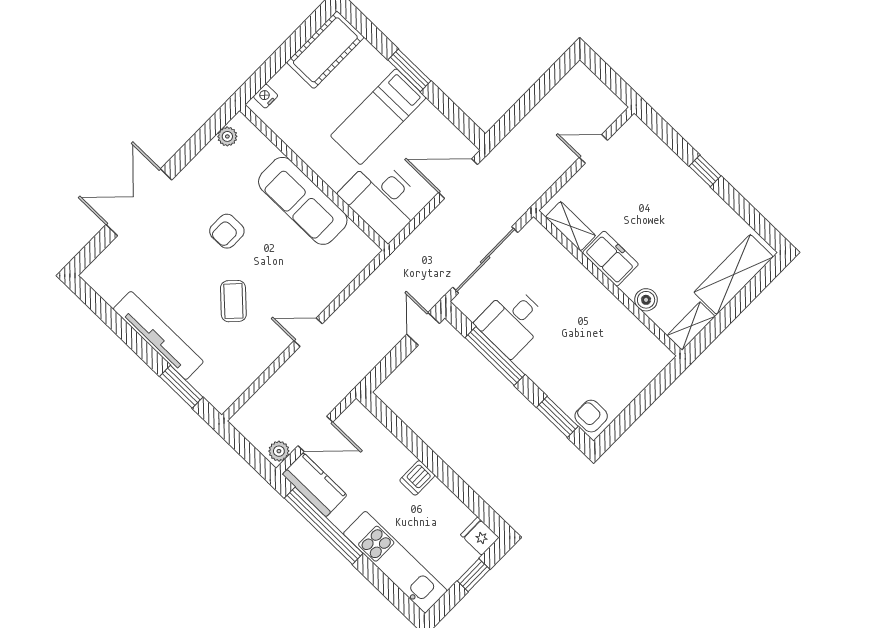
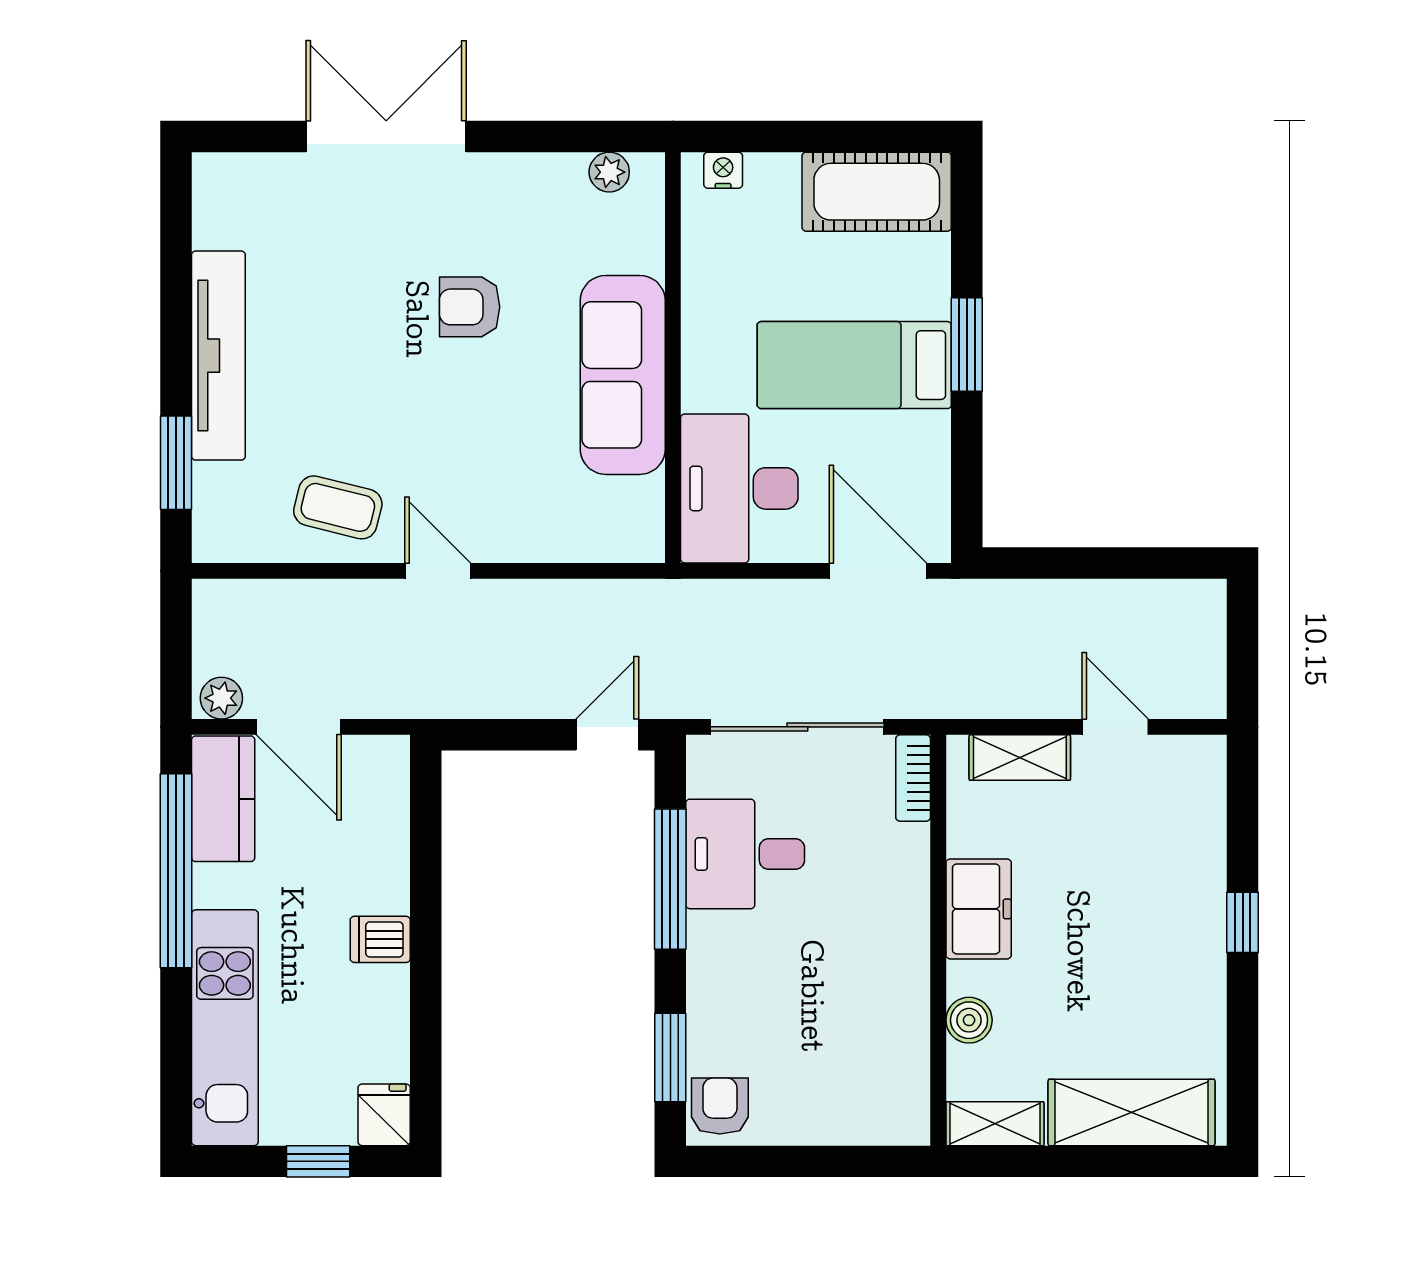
shelving: (571, 226) -> (1020, 758), moved, turned 90
bookcase: (542, 237) -> (913, 778), added
coffee table: (233, 301) -> (338, 507), moved, turned 60

